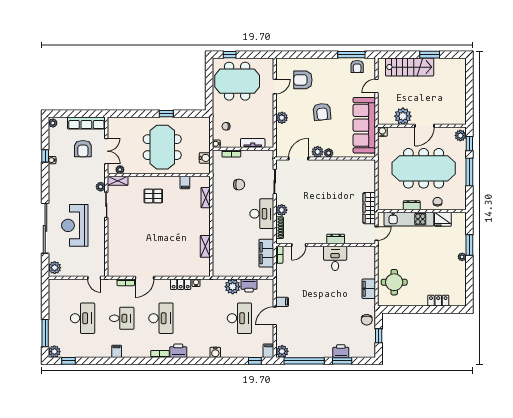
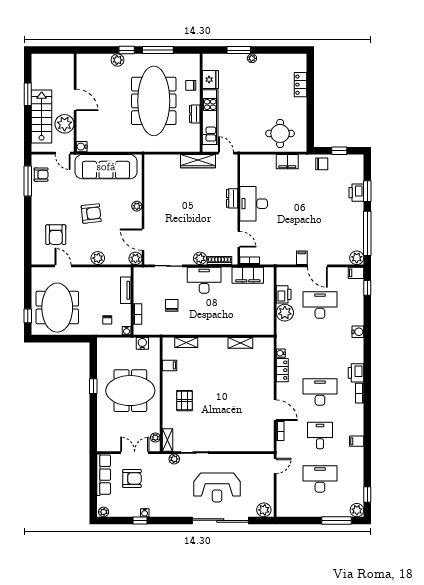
plant: (403, 116) -> (65, 124), moved
wall: (422, 126) -> (75, 103), moved
door: (424, 126) -> (75, 100), moved
water cooler: (382, 132) -> (82, 147), moved
plant: (318, 152) -> (135, 258), moved
desk: (335, 258) -> (254, 204), width x1.37

